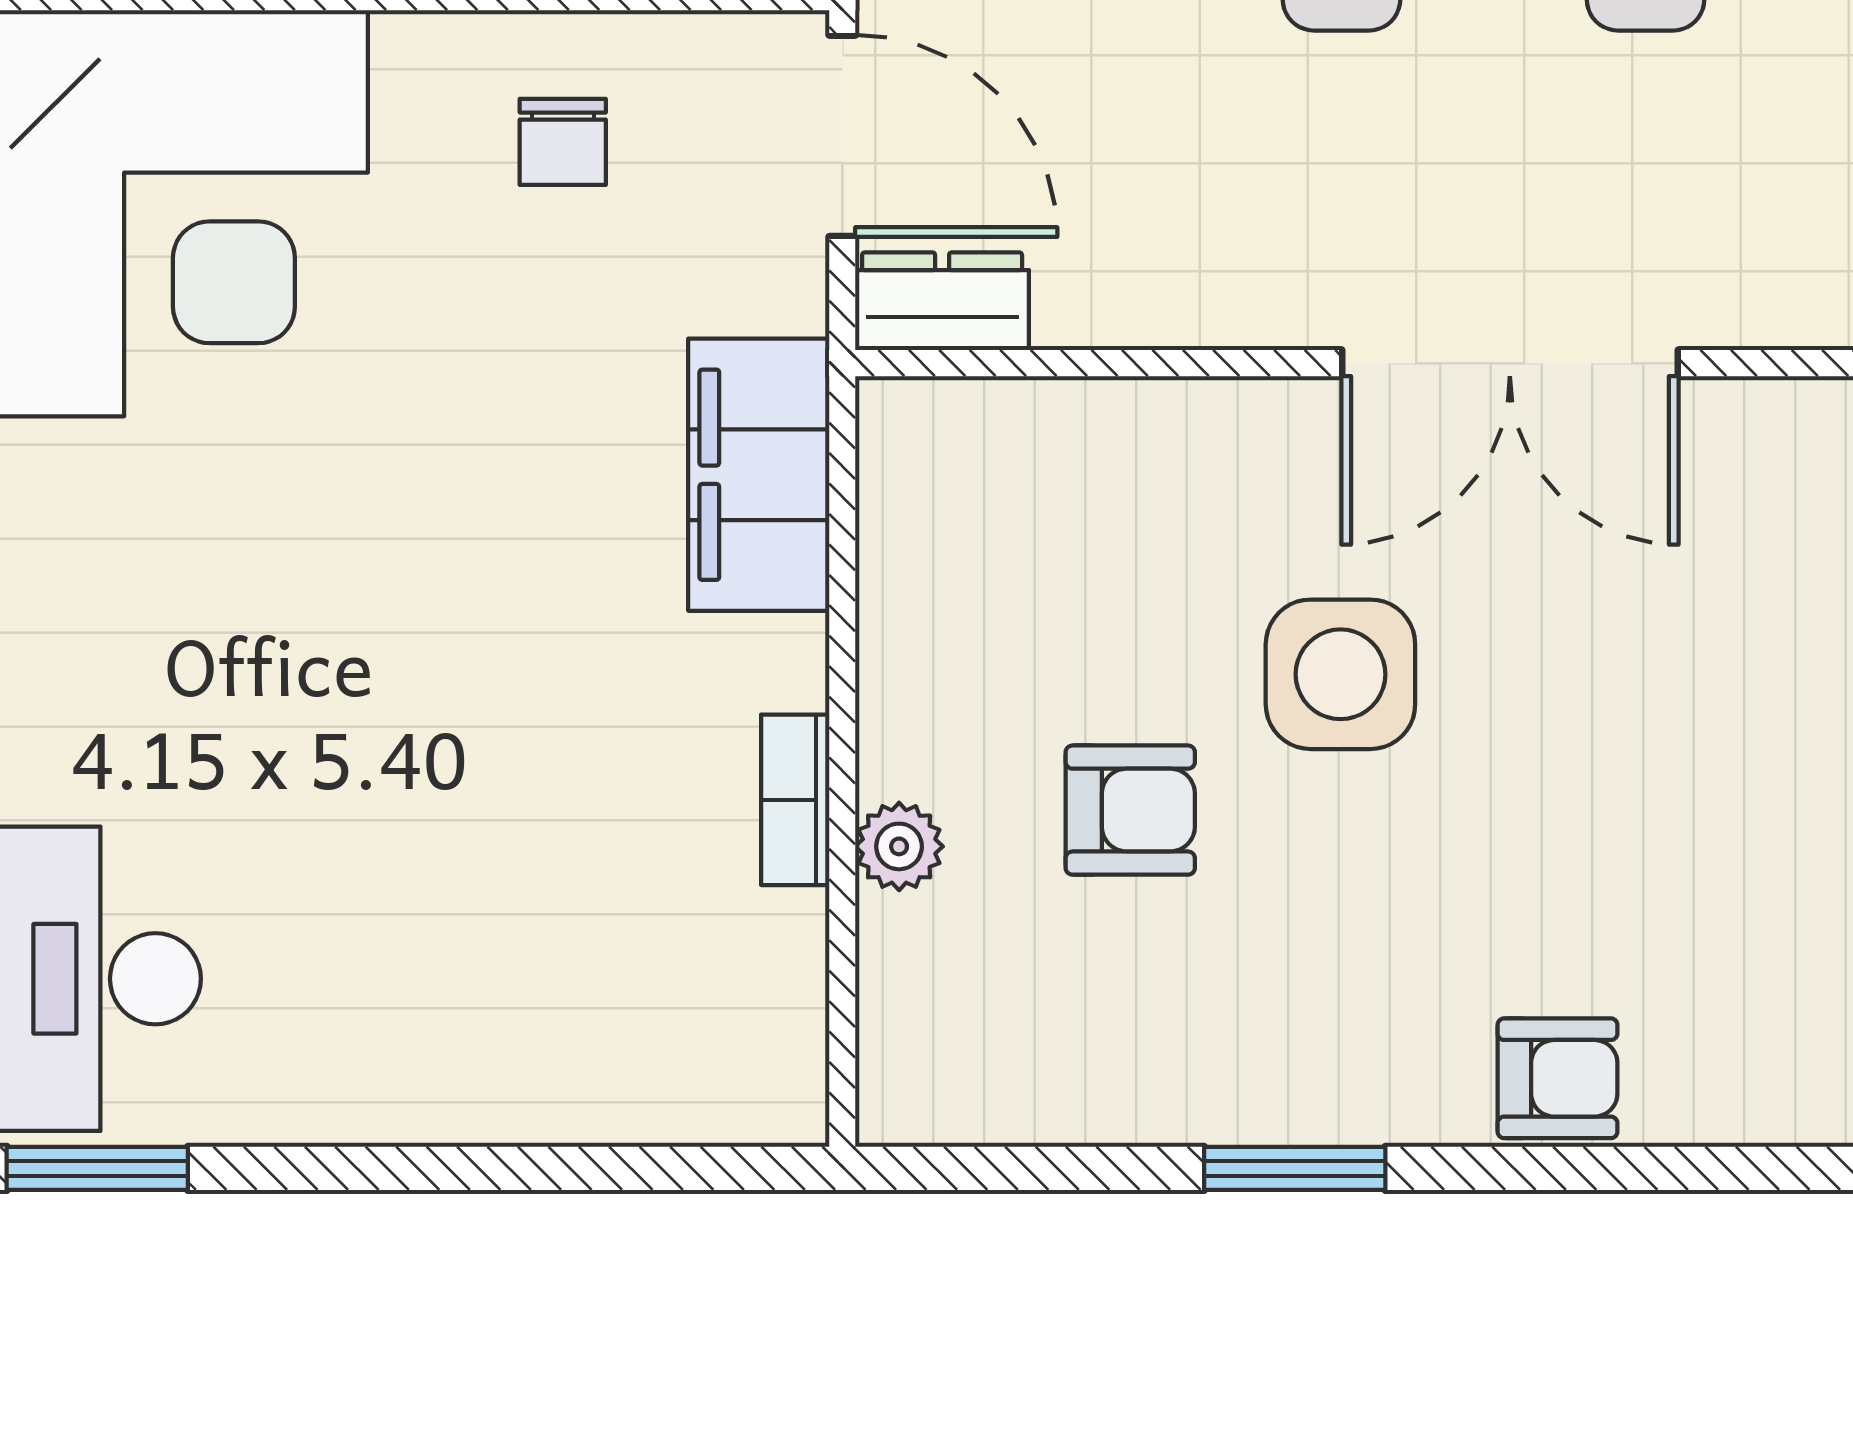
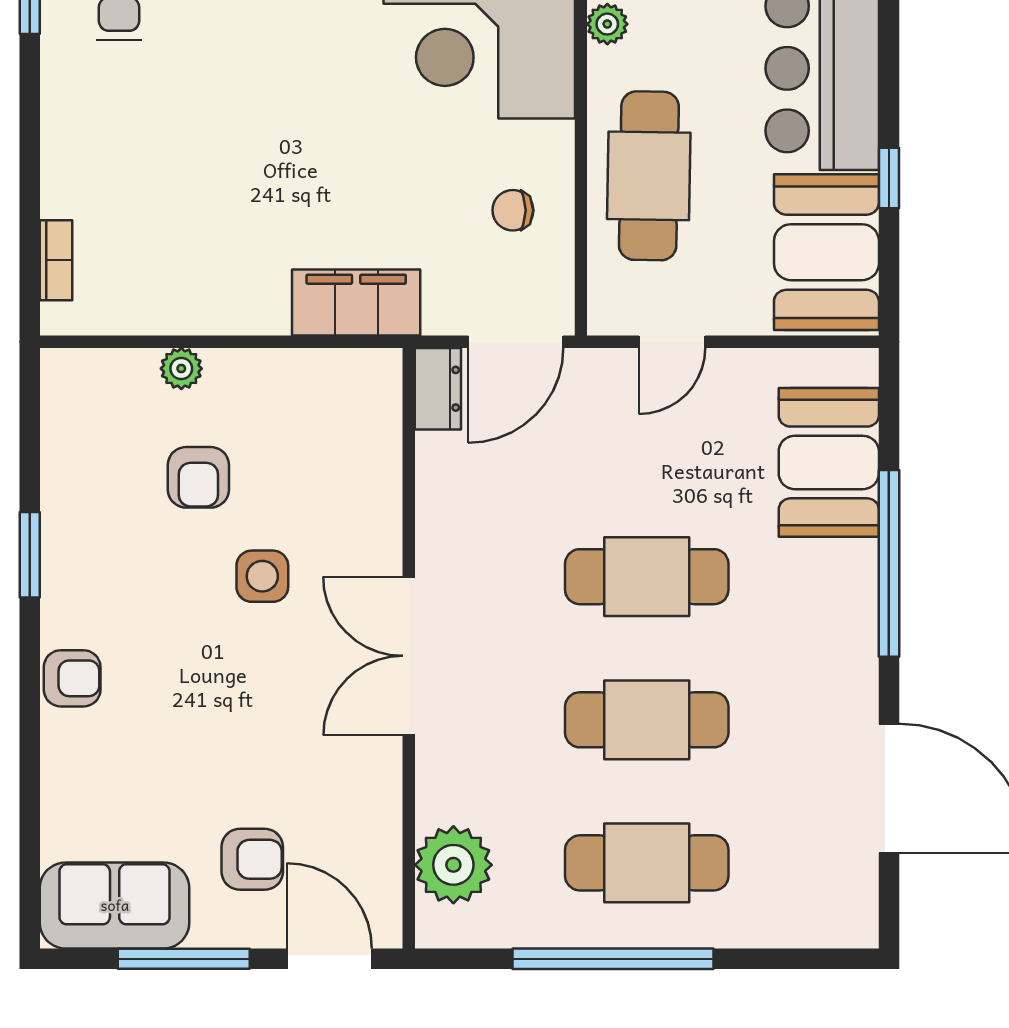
side table: (1340, 674) -> (262, 576), width x0.73, depth x0.73
bookcase: (795, 800) -> (56, 260), moved, turned 90
armchair: (1558, 1078) -> (72, 678), turned -90

